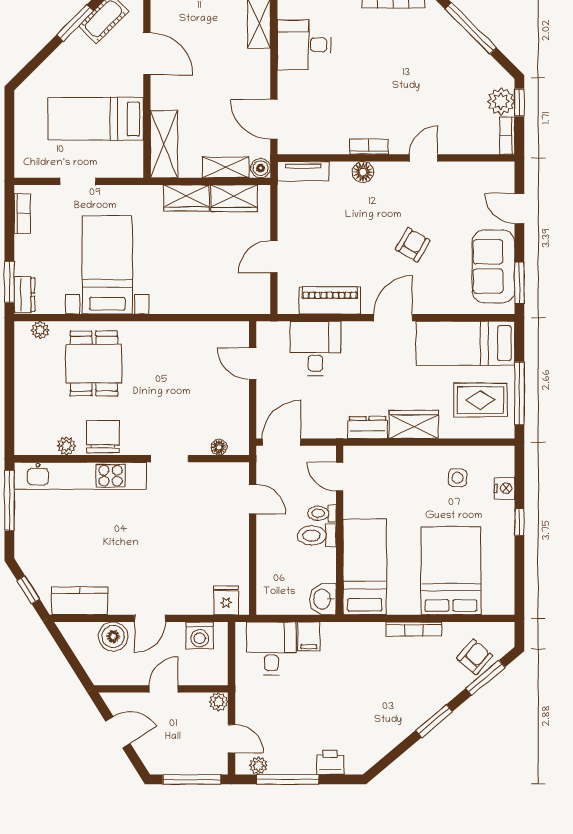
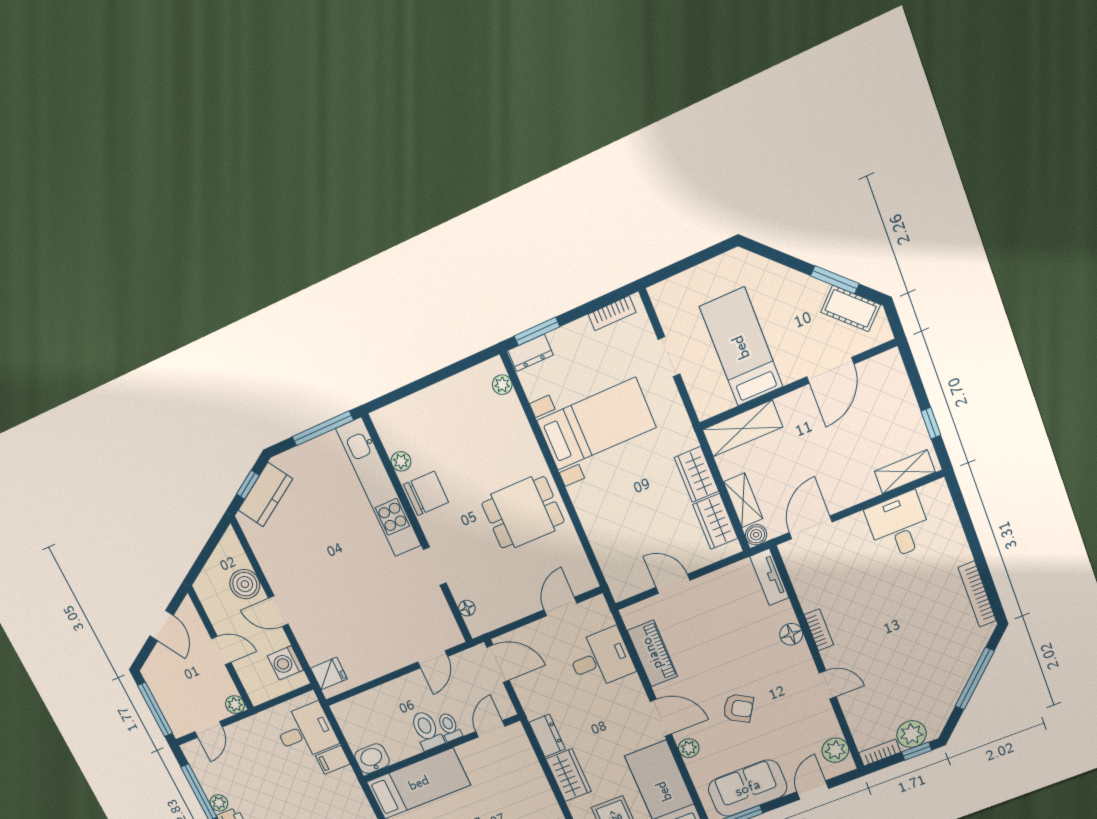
plant: (489, 174) -> (835, 750), added
plant: (433, 304) -> (689, 748), added
dining table: (94, 364) -> (523, 513), moved
kitchen counter: (80, 601) -> (265, 495), moved, turned 58
plant: (258, 766) -> (219, 803), moved

